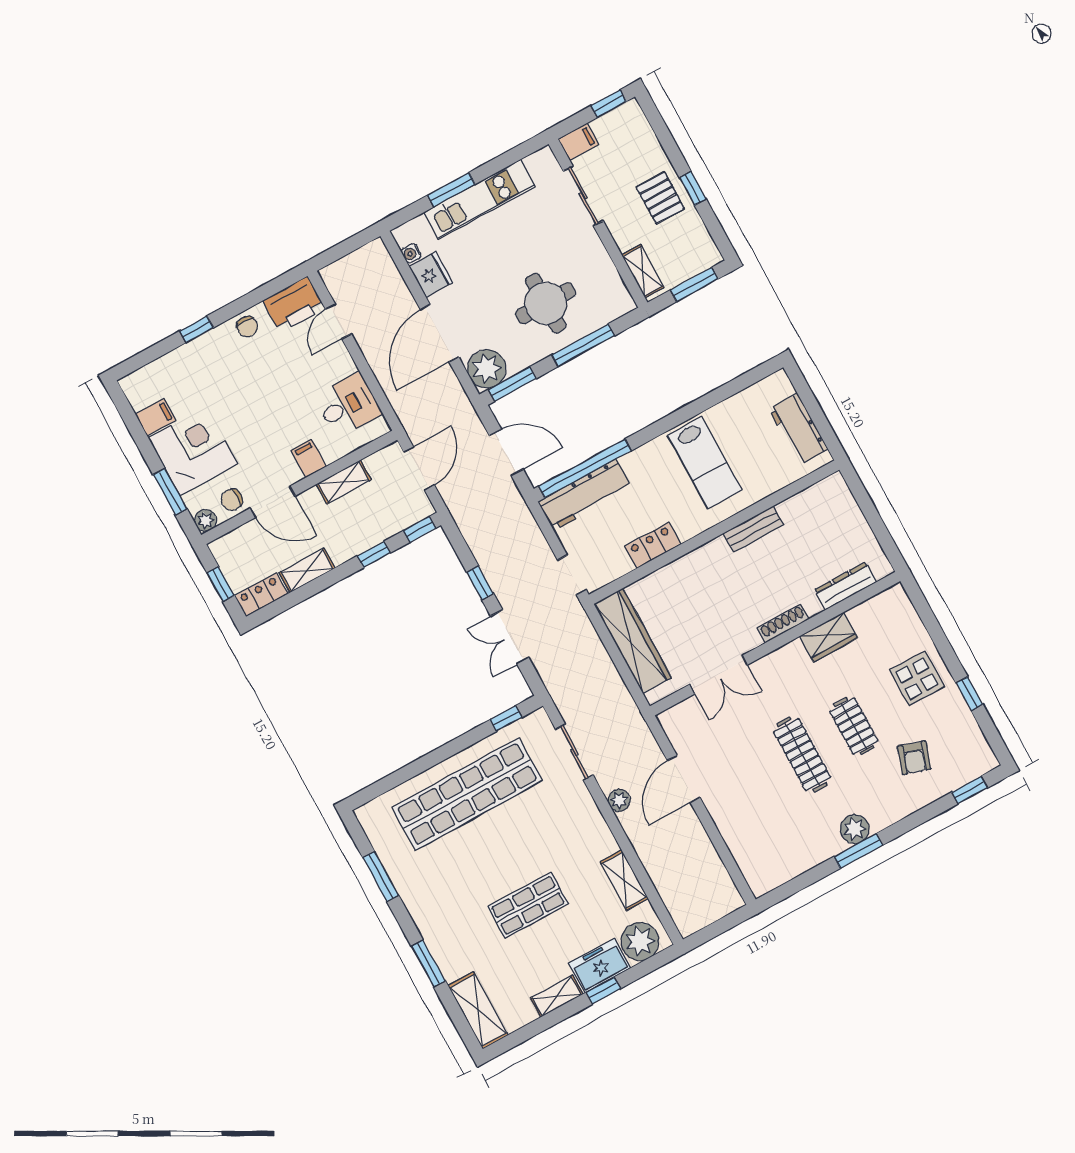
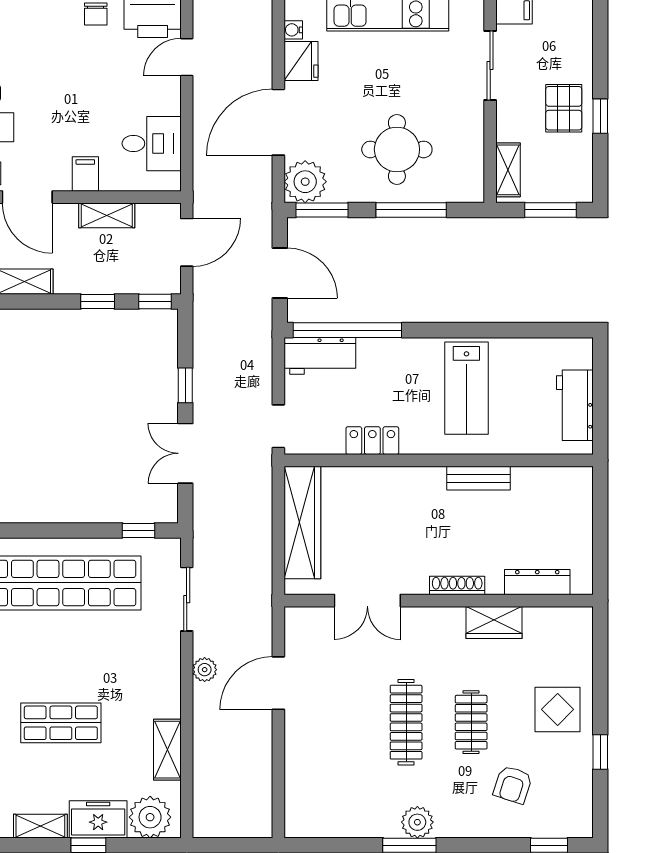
workbench: (585, 495) -> (320, 356), width x0.73

